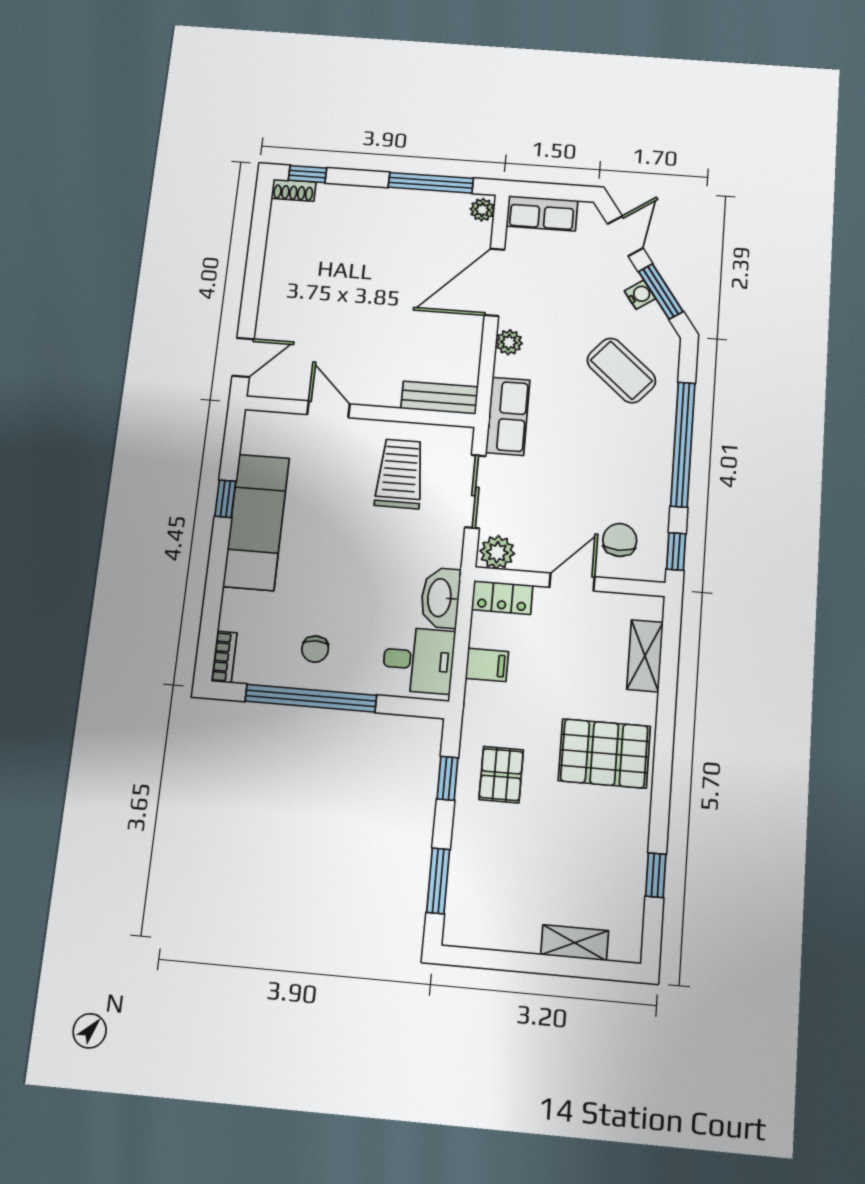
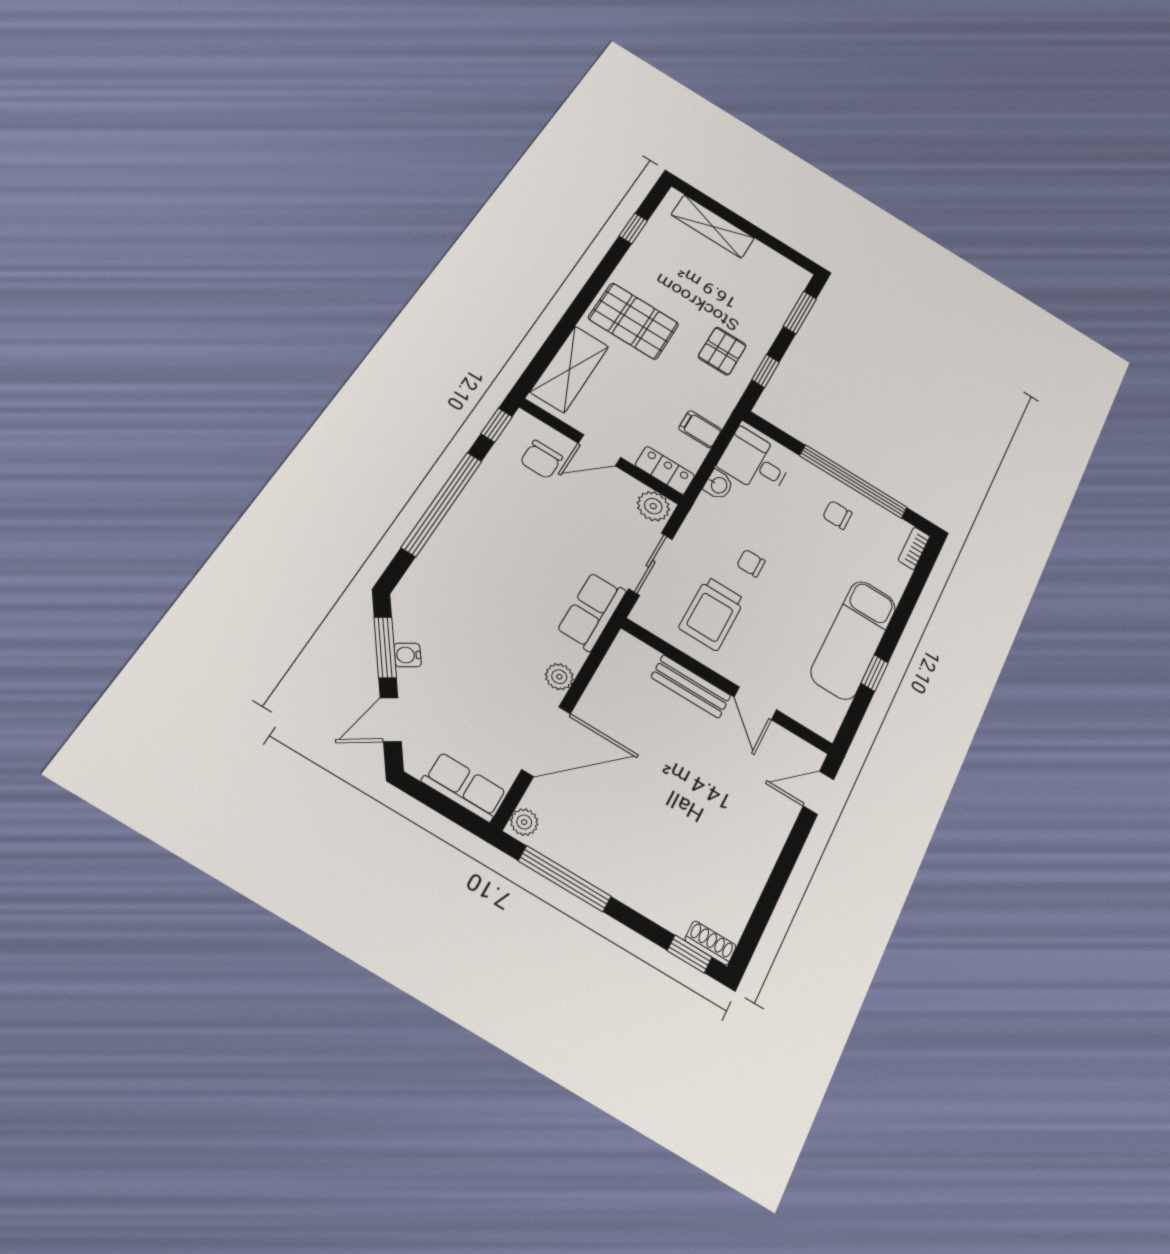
coffee table: (621, 370) -> (464, 596), removed
bench: (439, 398) -> (691, 686), moved
chair: (382, 546) -> (751, 563), added
washbasin: (440, 598) -> (719, 485), width x0.52, depth x0.69
chair: (315, 649) -> (837, 515), turned -90
shelving: (645, 656) -> (570, 369), width x1.50, depth x1.33
shelving: (575, 943) -> (713, 226), width x1.50, depth x1.33

